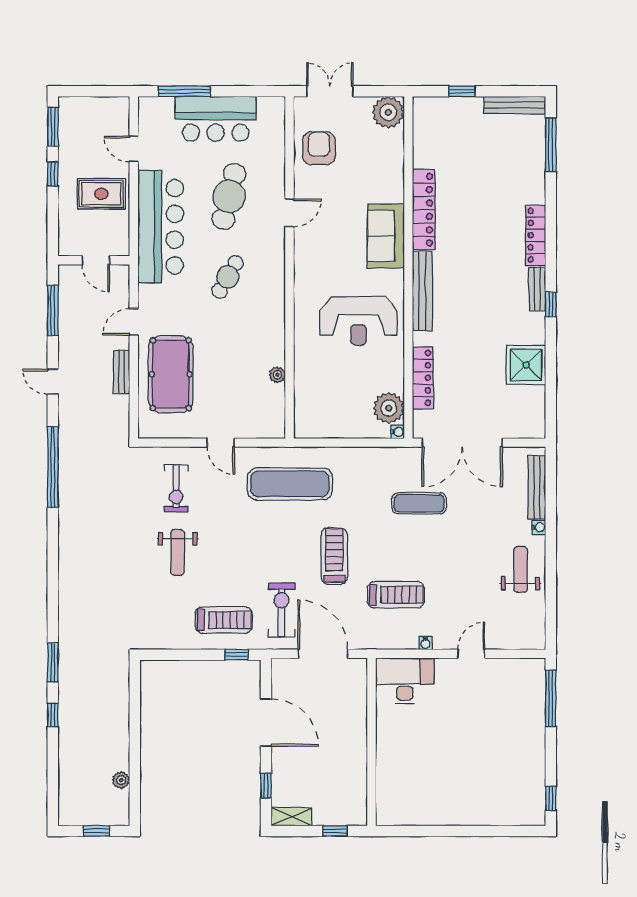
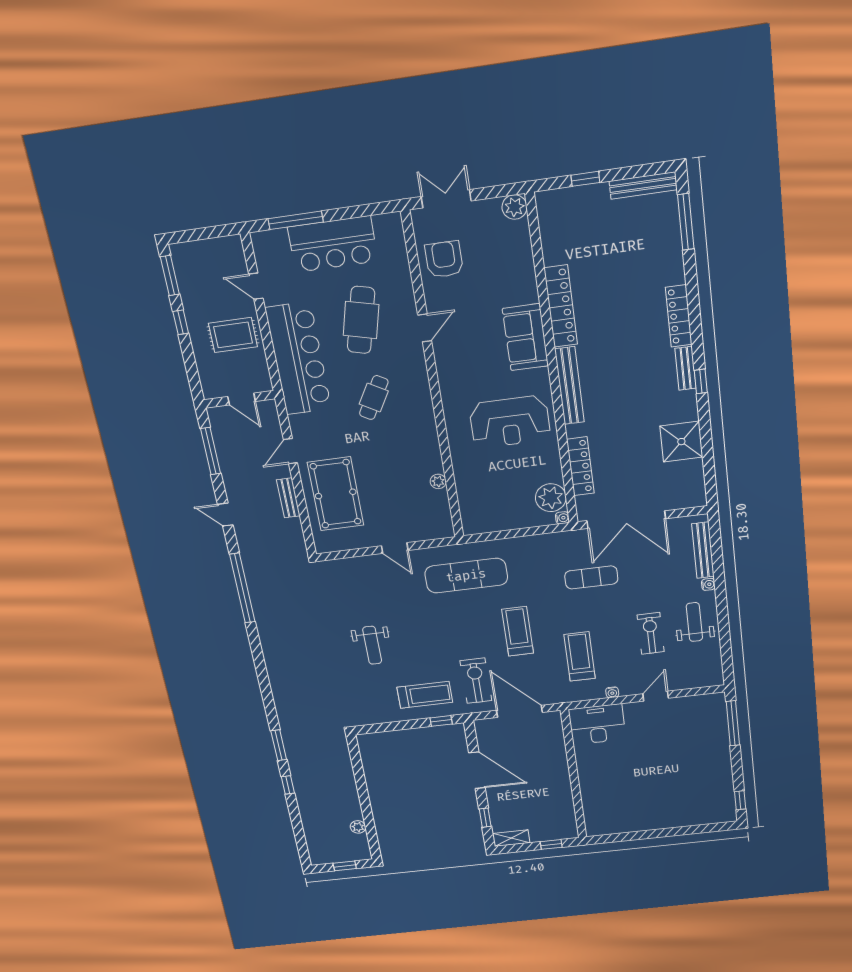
plant: (388, 112) -> (514, 207), width x0.73, depth x0.73
exercise bike: (176, 488) -> (651, 633), moved, turned 180
treadmill: (396, 595) -> (580, 656), turned -90

